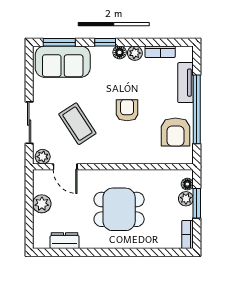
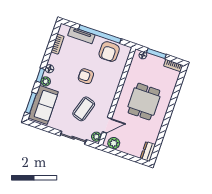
plant: (135, 53) -> (46, 81), moved
coffee table: (77, 124) -> (84, 109), turned -40
armchair: (175, 132) -> (109, 52), turned 90
plant: (186, 199) -> (151, 59), removed
plant: (42, 204) -> (114, 143), moved
dresser: (65, 241) -> (148, 151), moved

